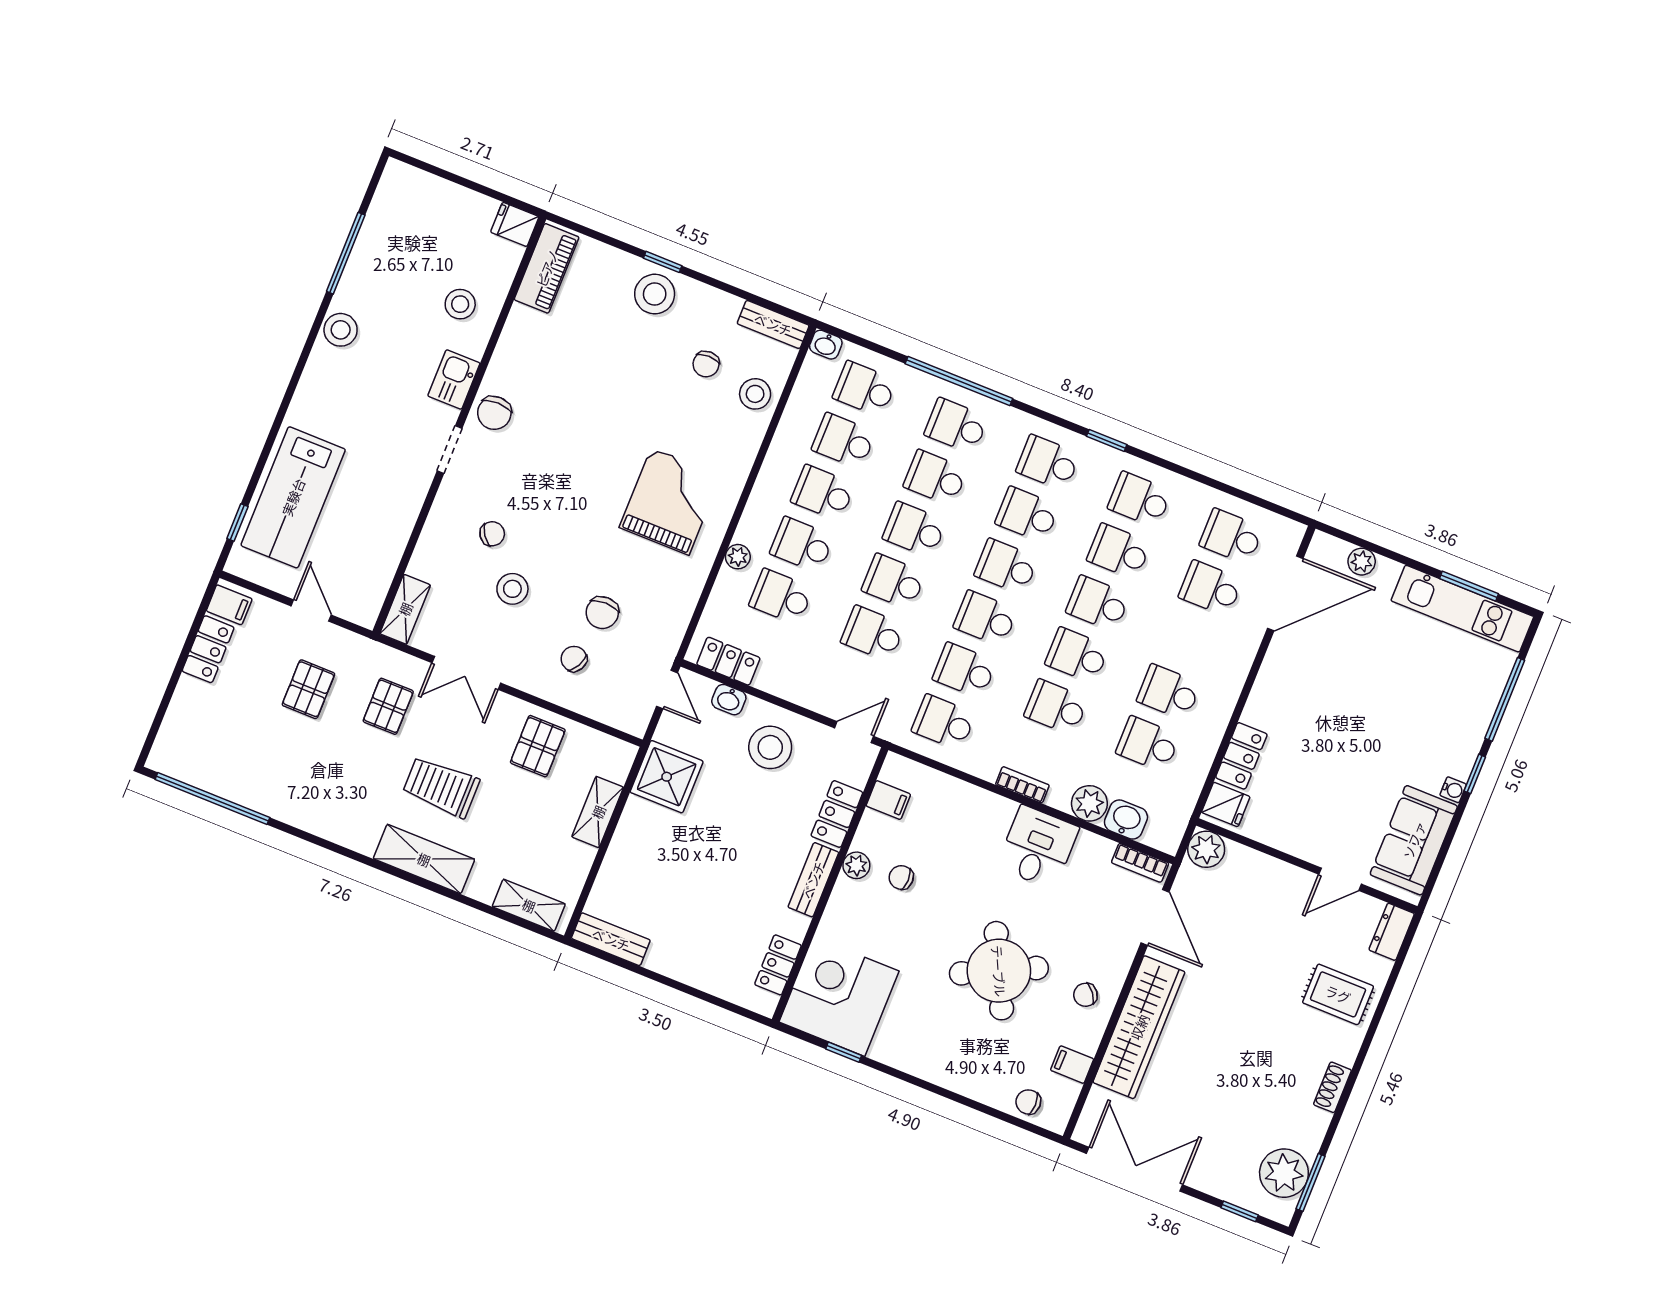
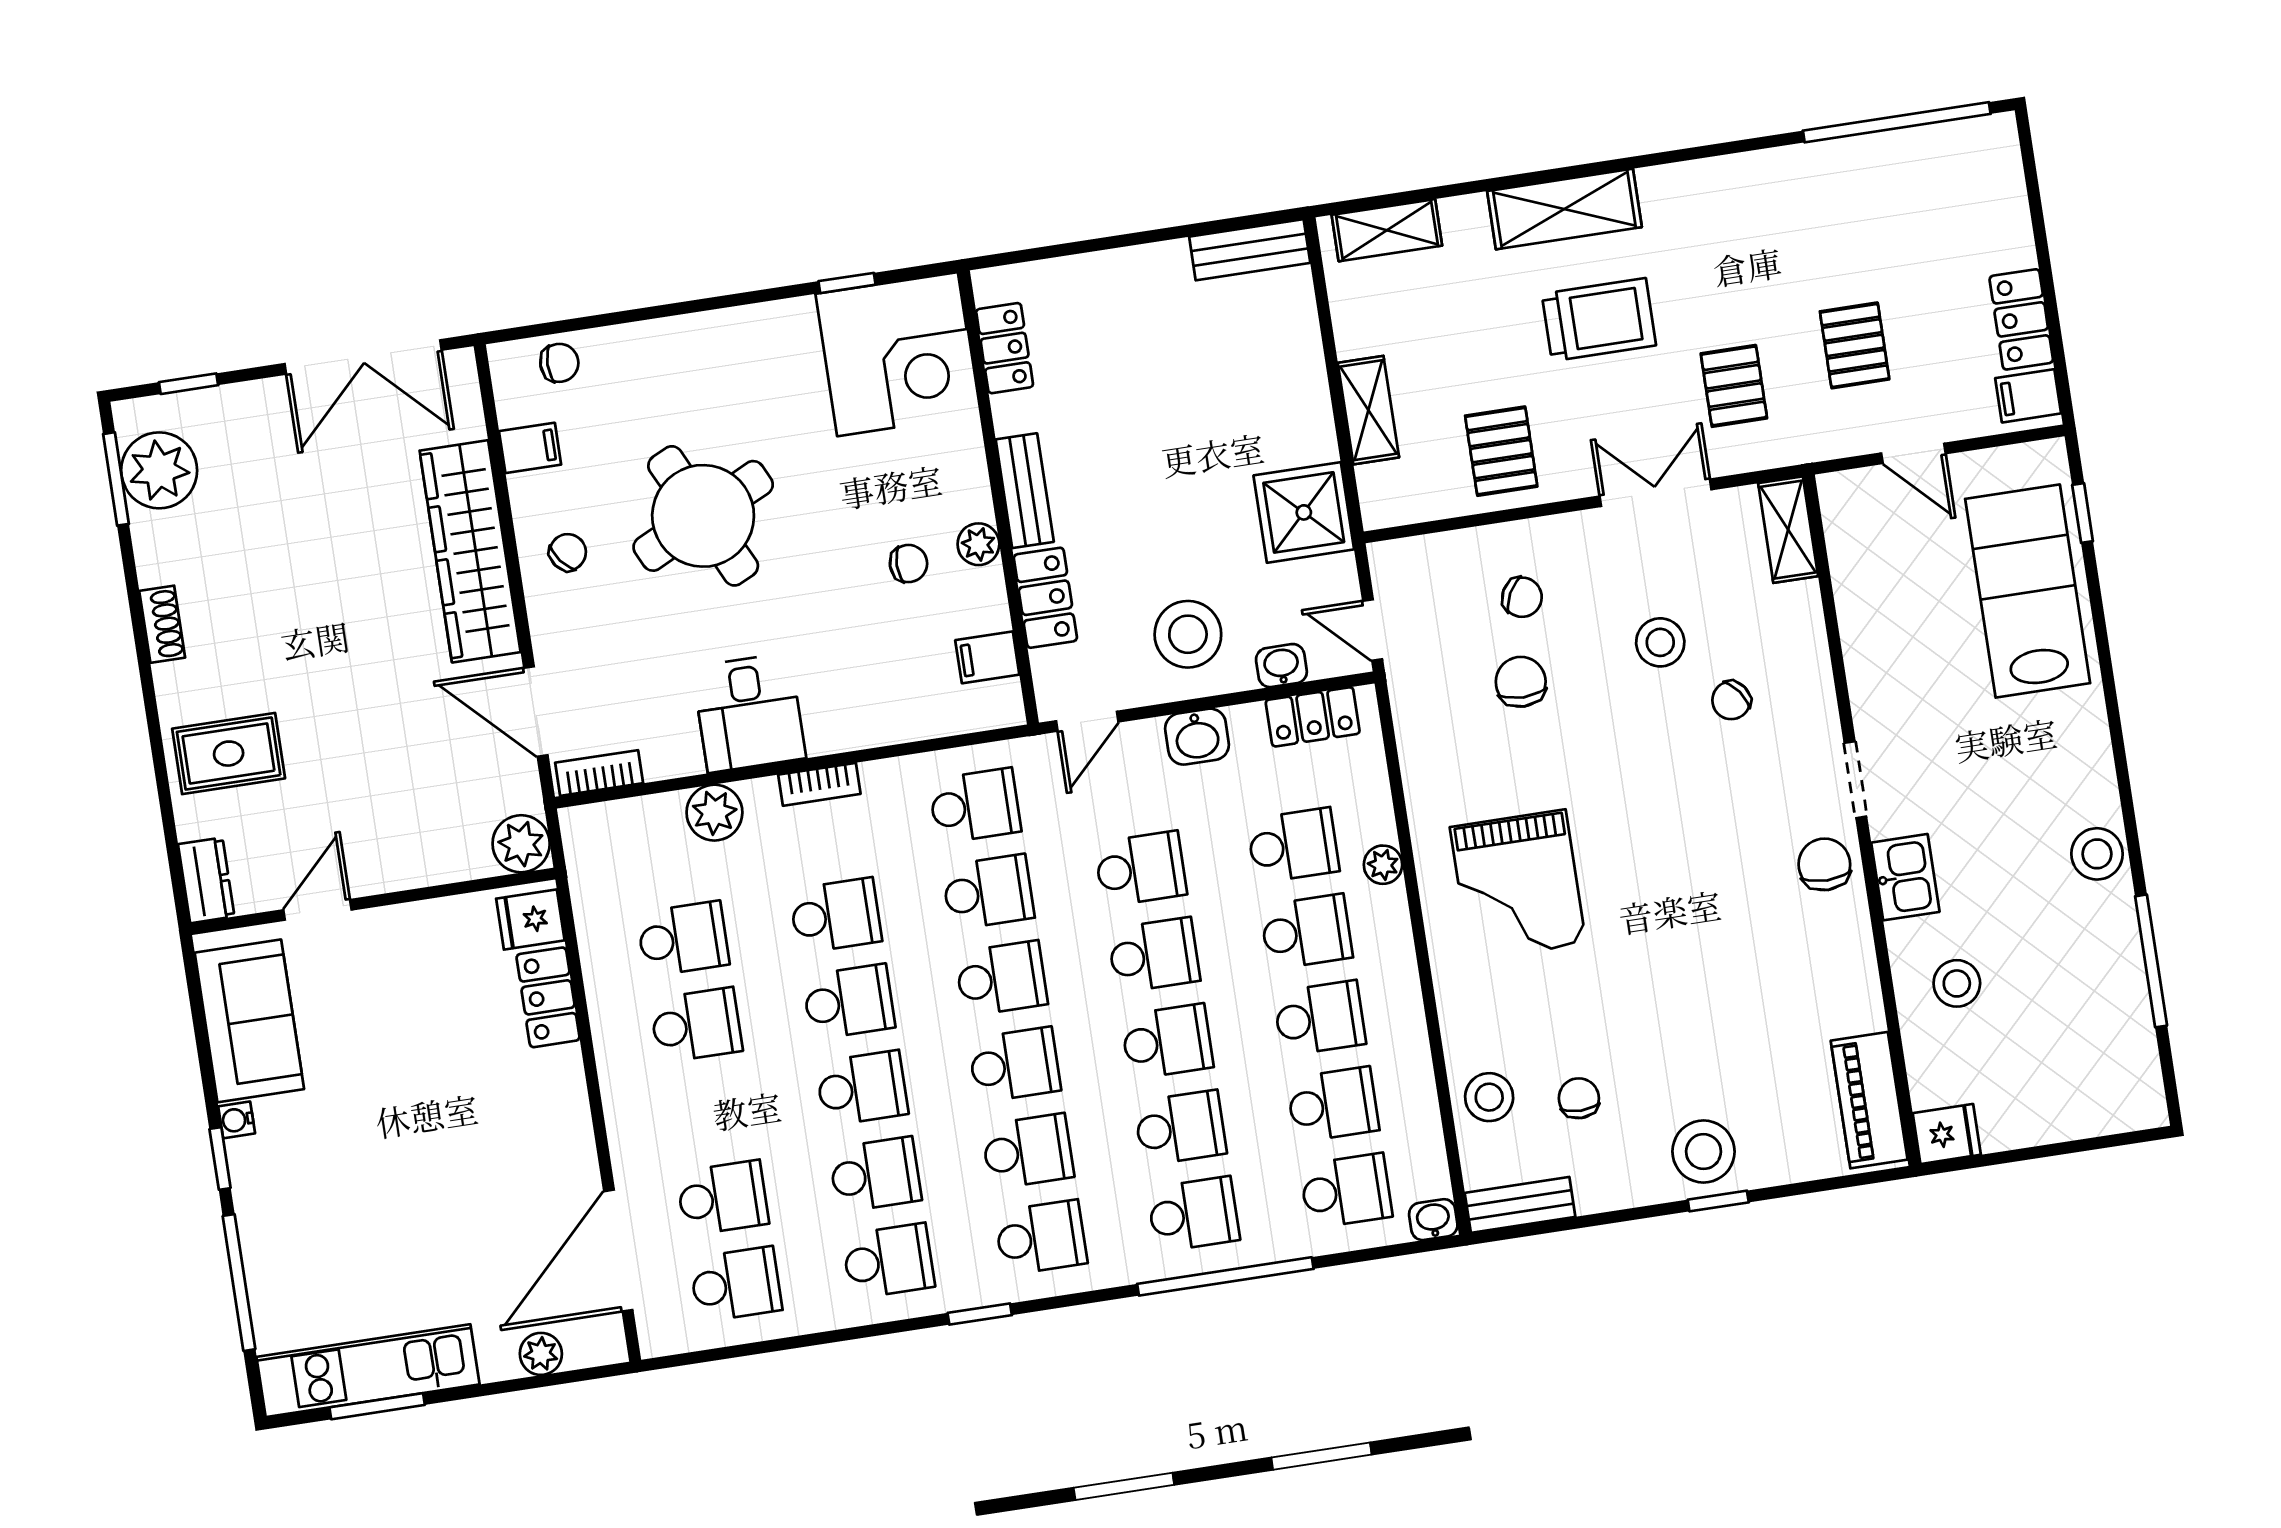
washbasin: (1126, 820) -> (1197, 737), moved

